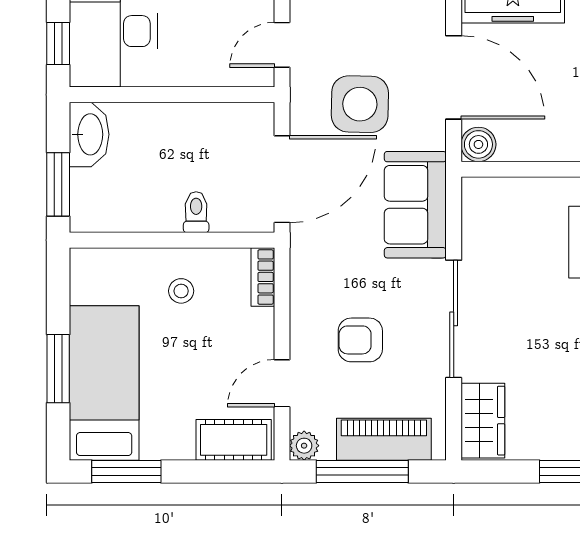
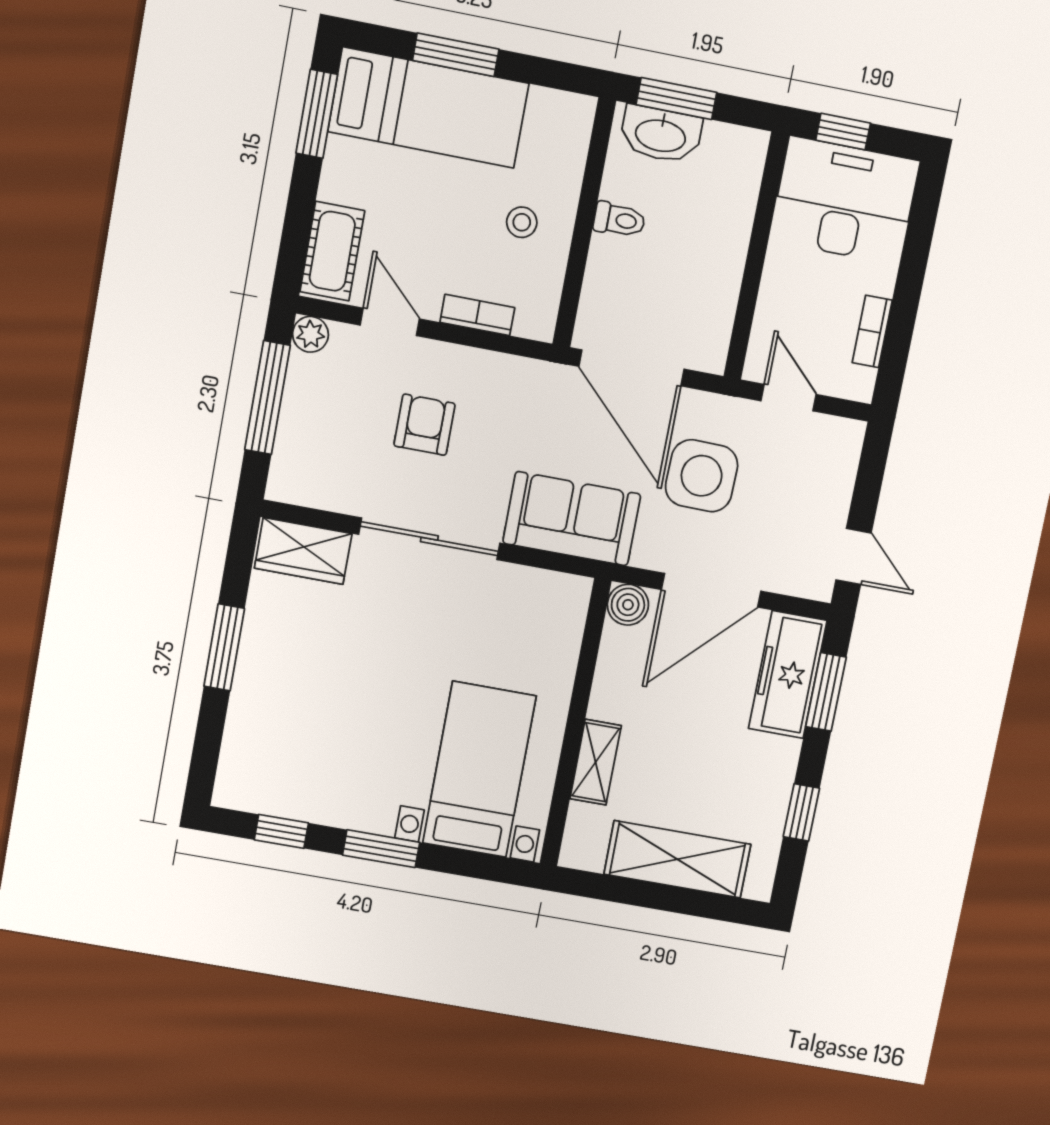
washbasin: (89, 134) -> (661, 134), moved
toilet: (196, 212) -> (619, 220), moved
bookcase: (263, 277) -> (477, 315), moved
piano: (384, 439) -> (302, 431), removed

